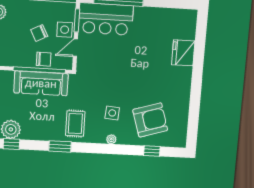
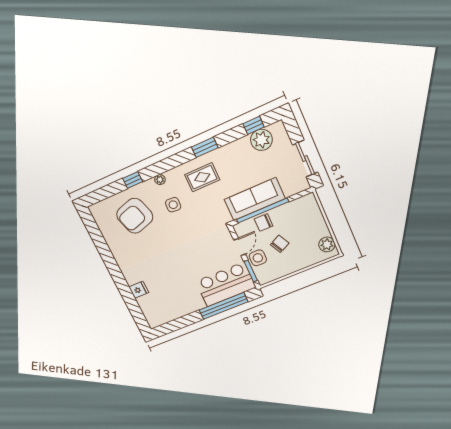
fridge: (183, 53) -> (139, 290), width x0.53, depth x0.75
rug: (75, 124) -> (202, 177), turned 90
window: (152, 151) -> (133, 180), moved

